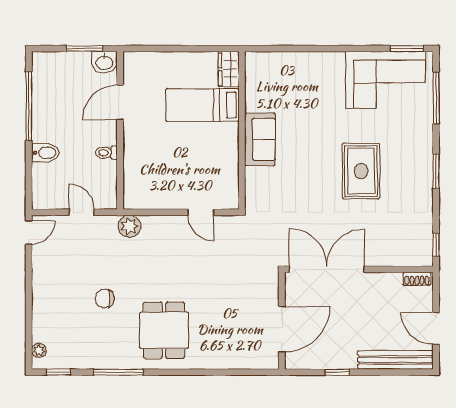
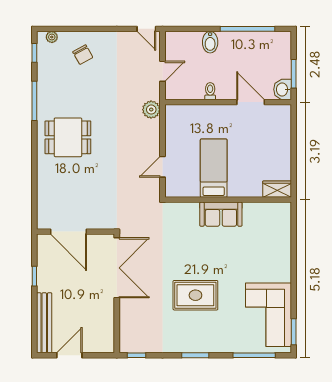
bed: (202, 105) -> (214, 168), moved
shoe rack: (417, 279) -> (109, 340), removed
chair: (105, 299) -> (83, 55), moved, turned 151

